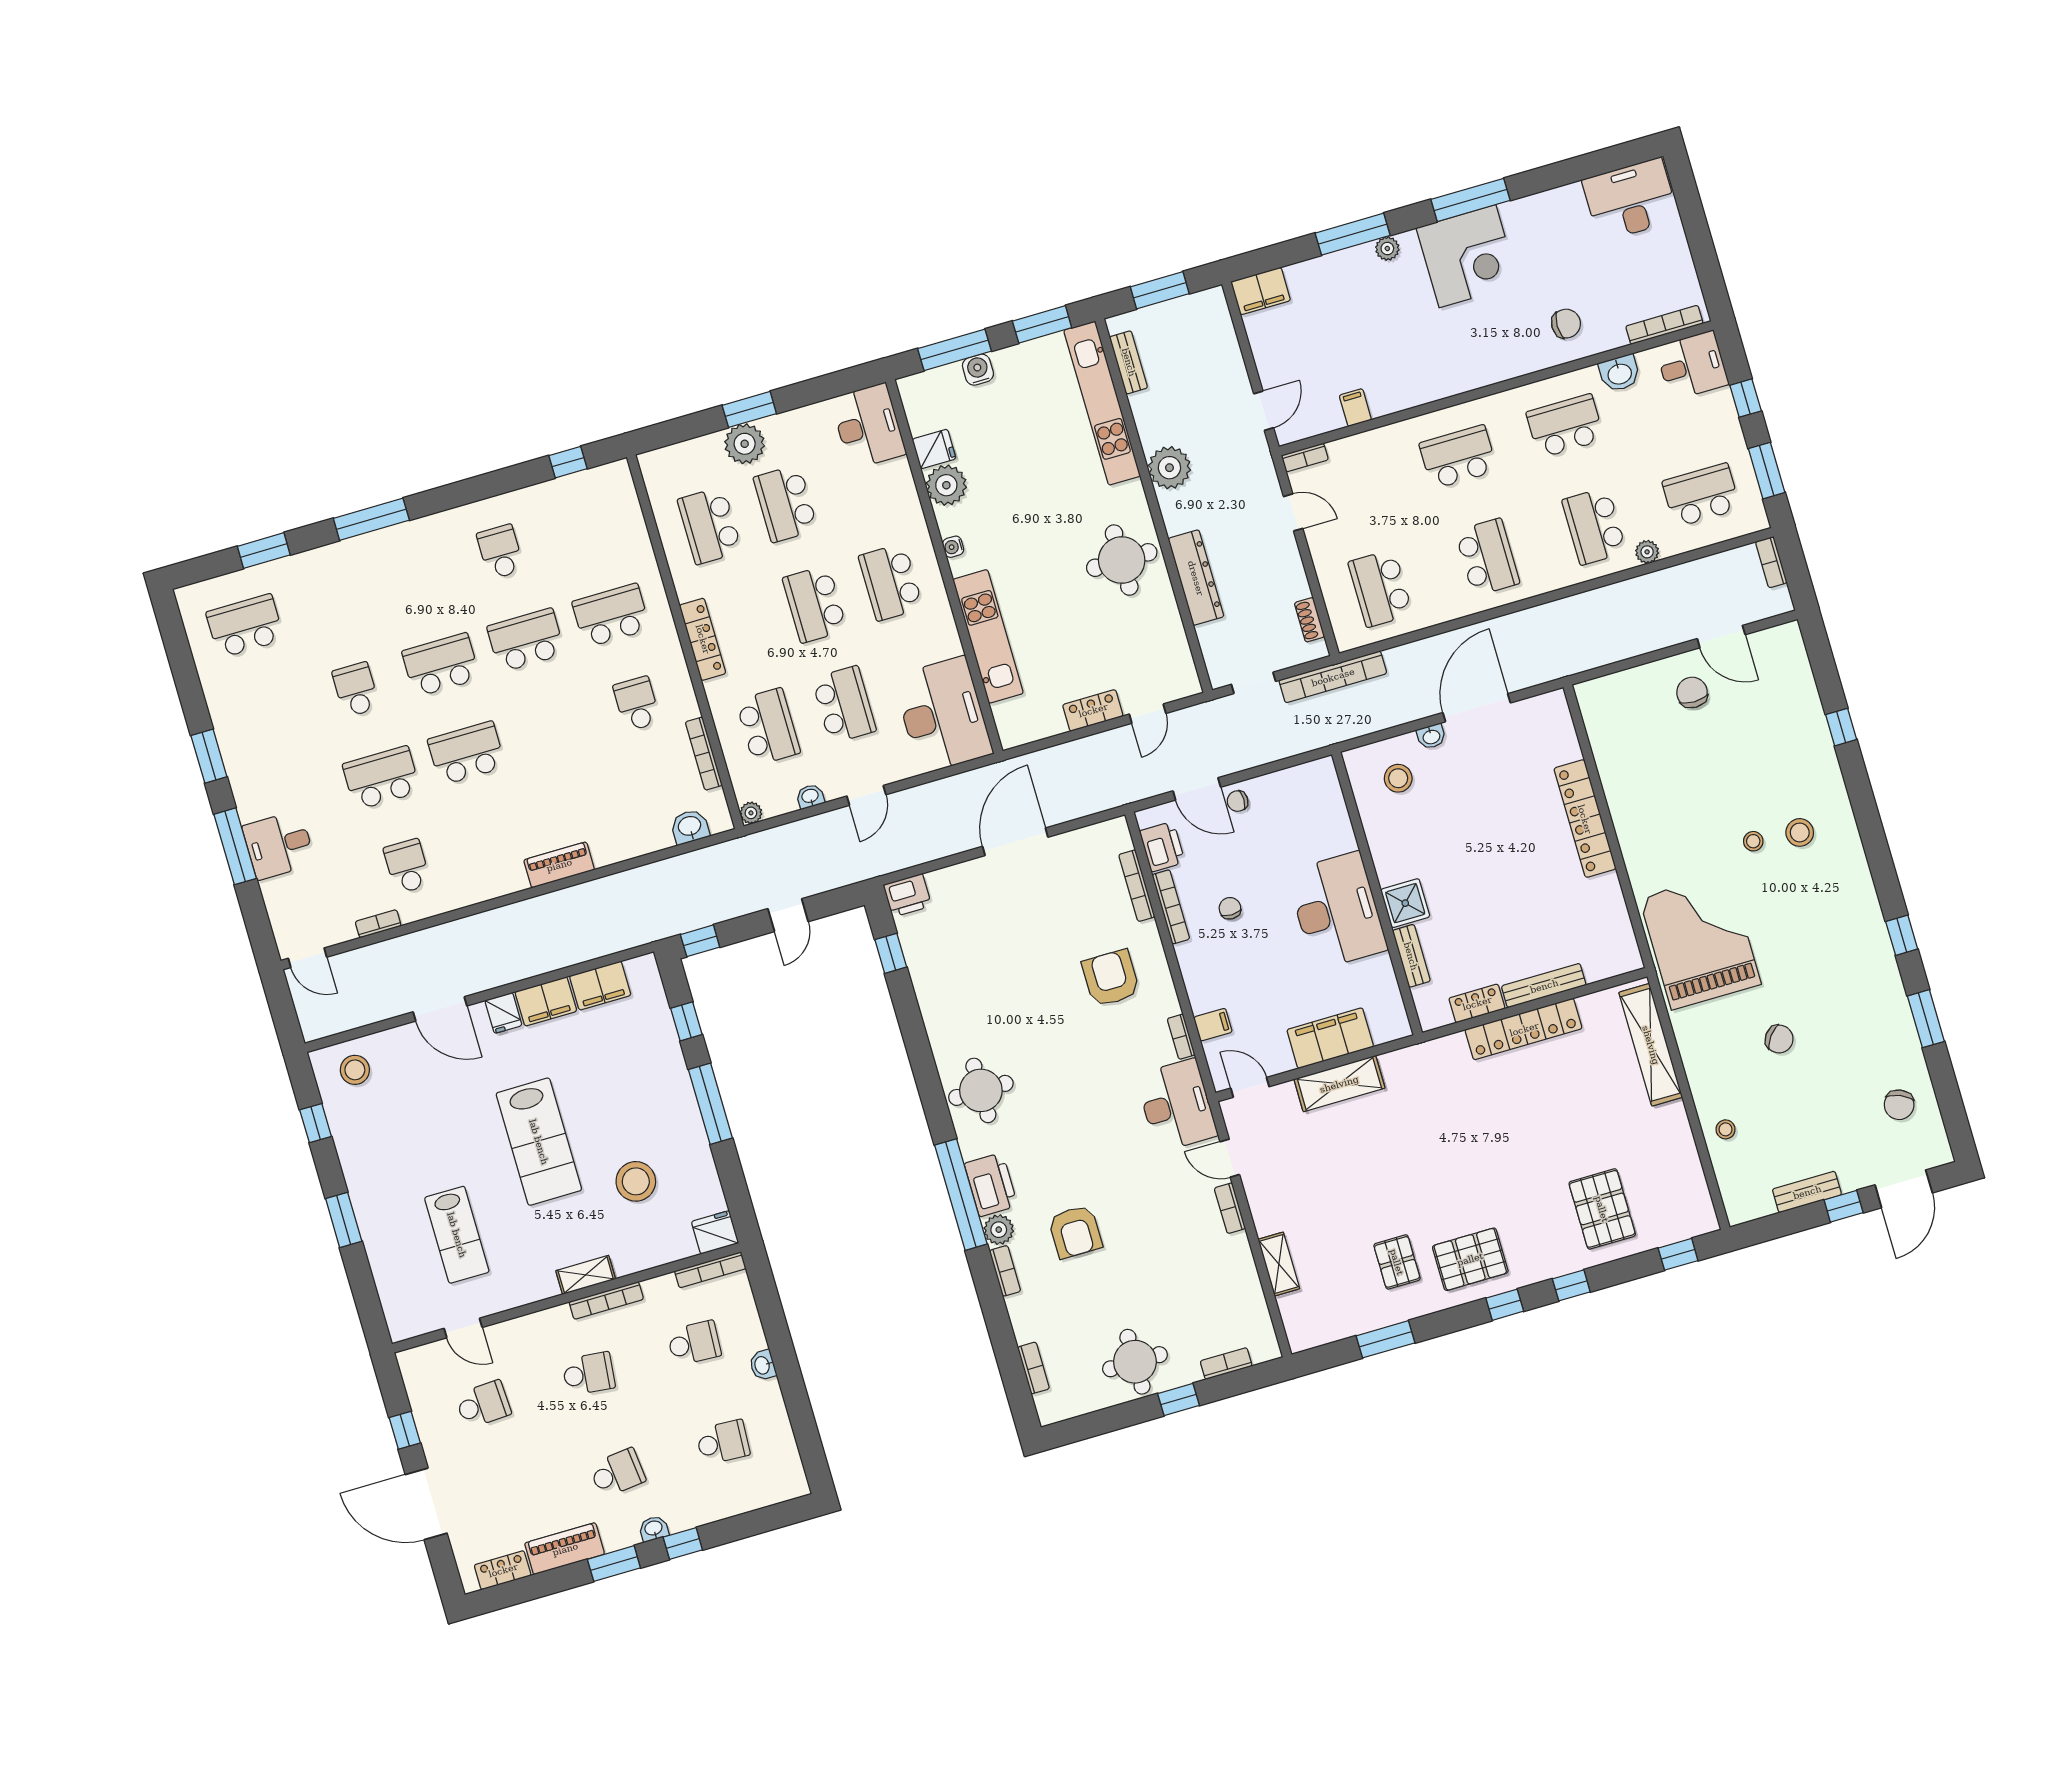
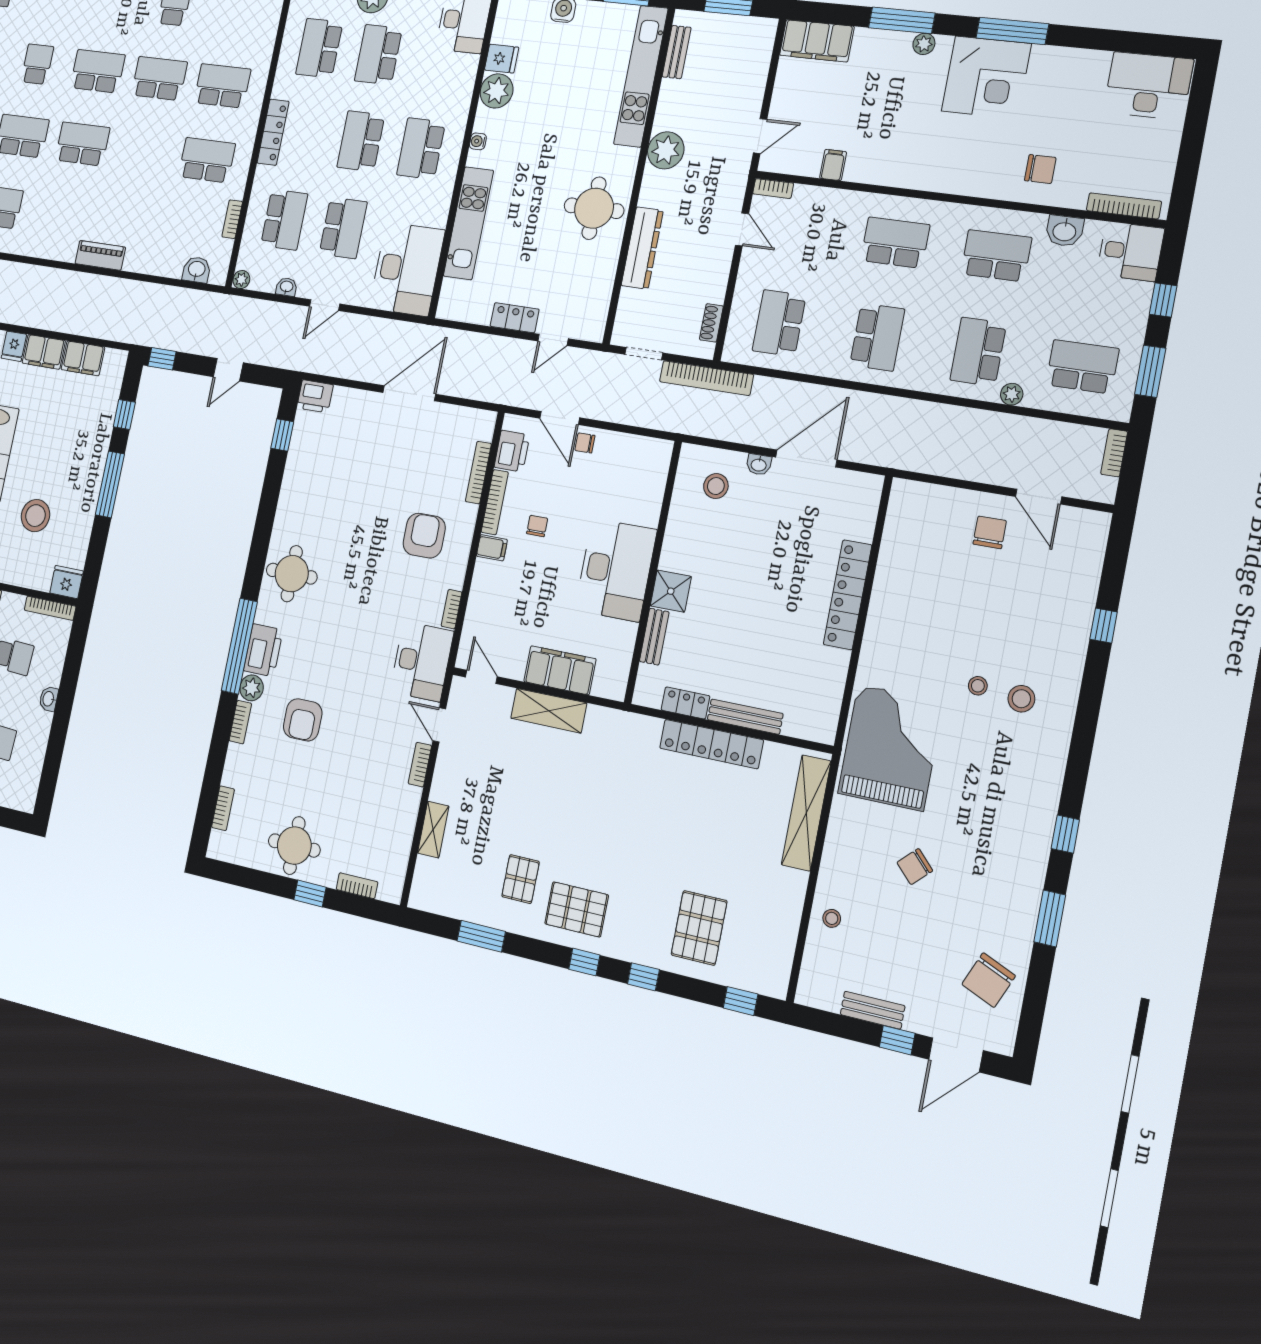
filing cabinet: (1261, 291) -> (817, 41), width x1.50, depth x1.17
school desk: (637, 704) -> (207, 160), width x1.85
bookcase: (704, 754) -> (232, 219), width x0.64
filing cabinet: (1213, 1025) -> (492, 548), moved
chair: (1779, 1039) -> (915, 867), turned 99
chair: (1899, 1105) -> (989, 980), width x1.37, depth x1.37

